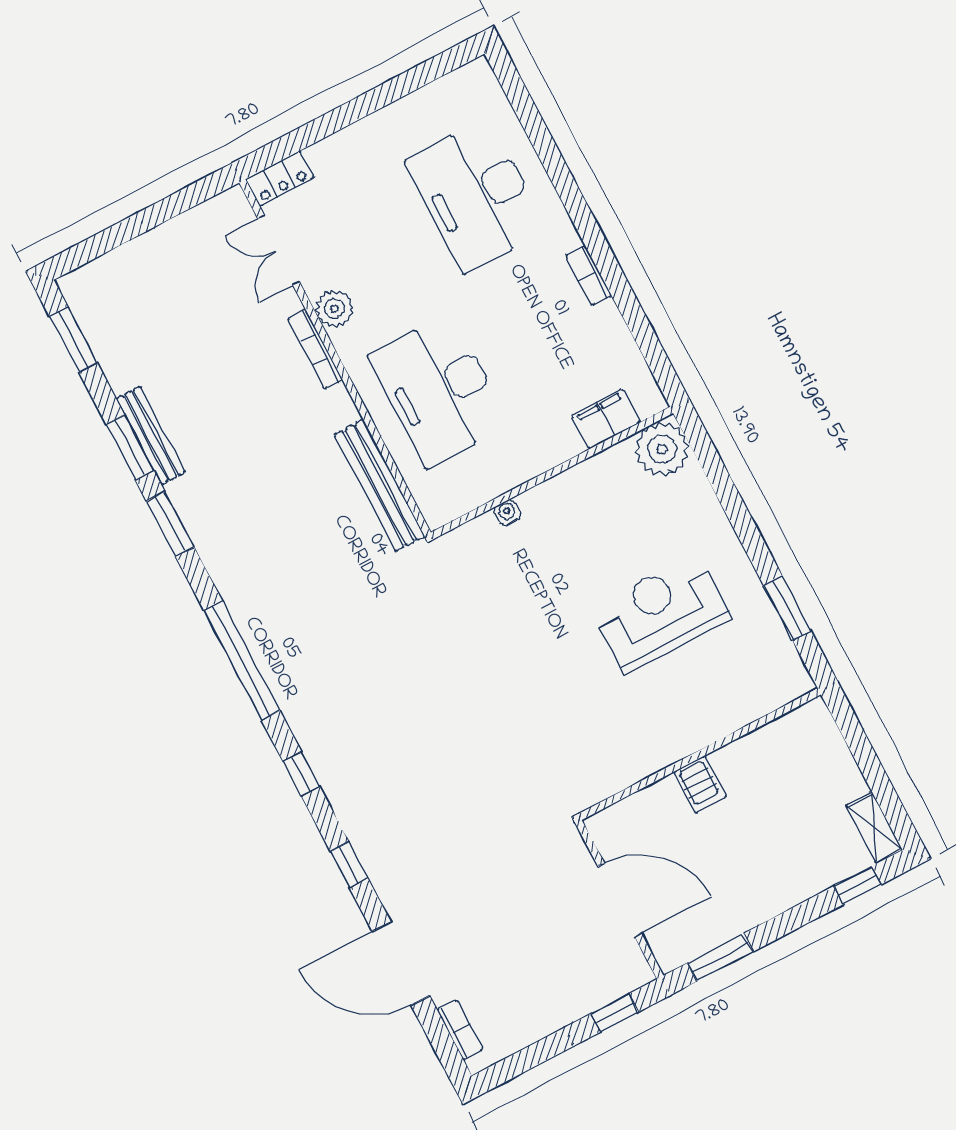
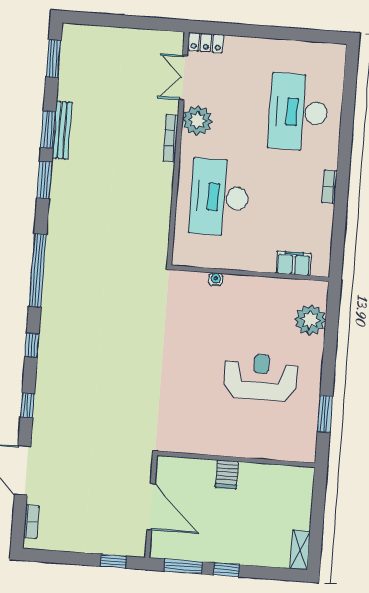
plant: (334, 309) -> (197, 120), width x1.36, depth x1.36
plant: (662, 449) -> (310, 320), moved
bench: (380, 485) -> (160, 226), removed
window: (858, 885) -> (227, 570), moved

